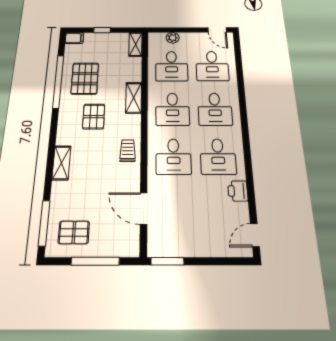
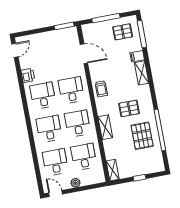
filing cabinet: (74, 38) -> (137, 56), moved
plant: (173, 38) -> (75, 183), moved
pallet: (94, 117) -> (129, 108), turned 90

